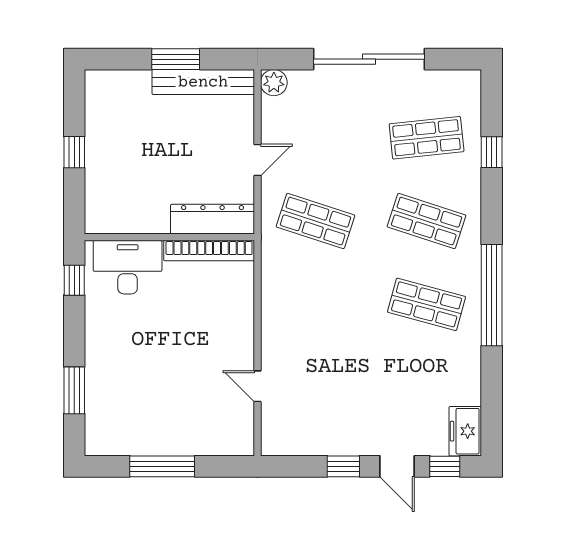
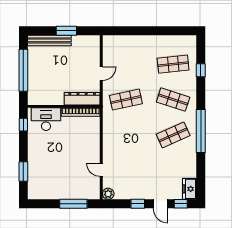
sliding door: (369, 59) -> (149, 31), removed
bench: (203, 82) -> (49, 40), moved
plant: (274, 83) -> (108, 194), moved
window: (74, 152) -> (23, 70), width x3.17
shop shelf: (316, 221) -> (126, 100), turned -30
shop shelf: (427, 304) -> (173, 135), turned -39
window: (162, 466) -> (73, 204), moved

